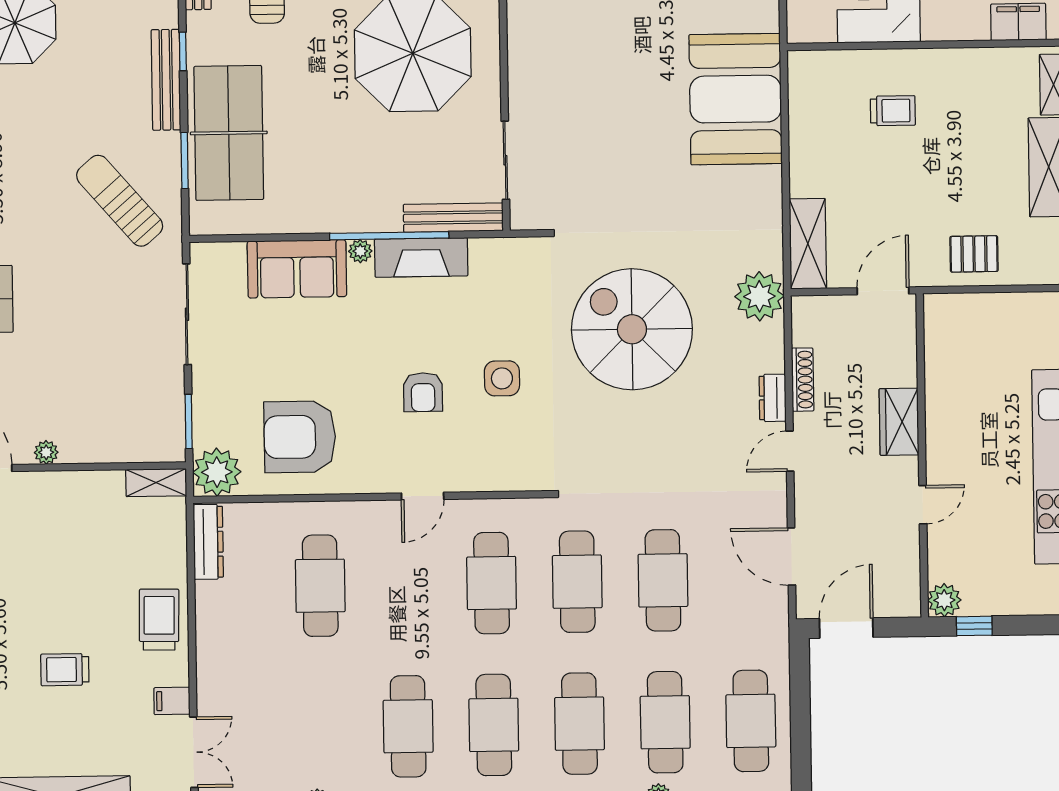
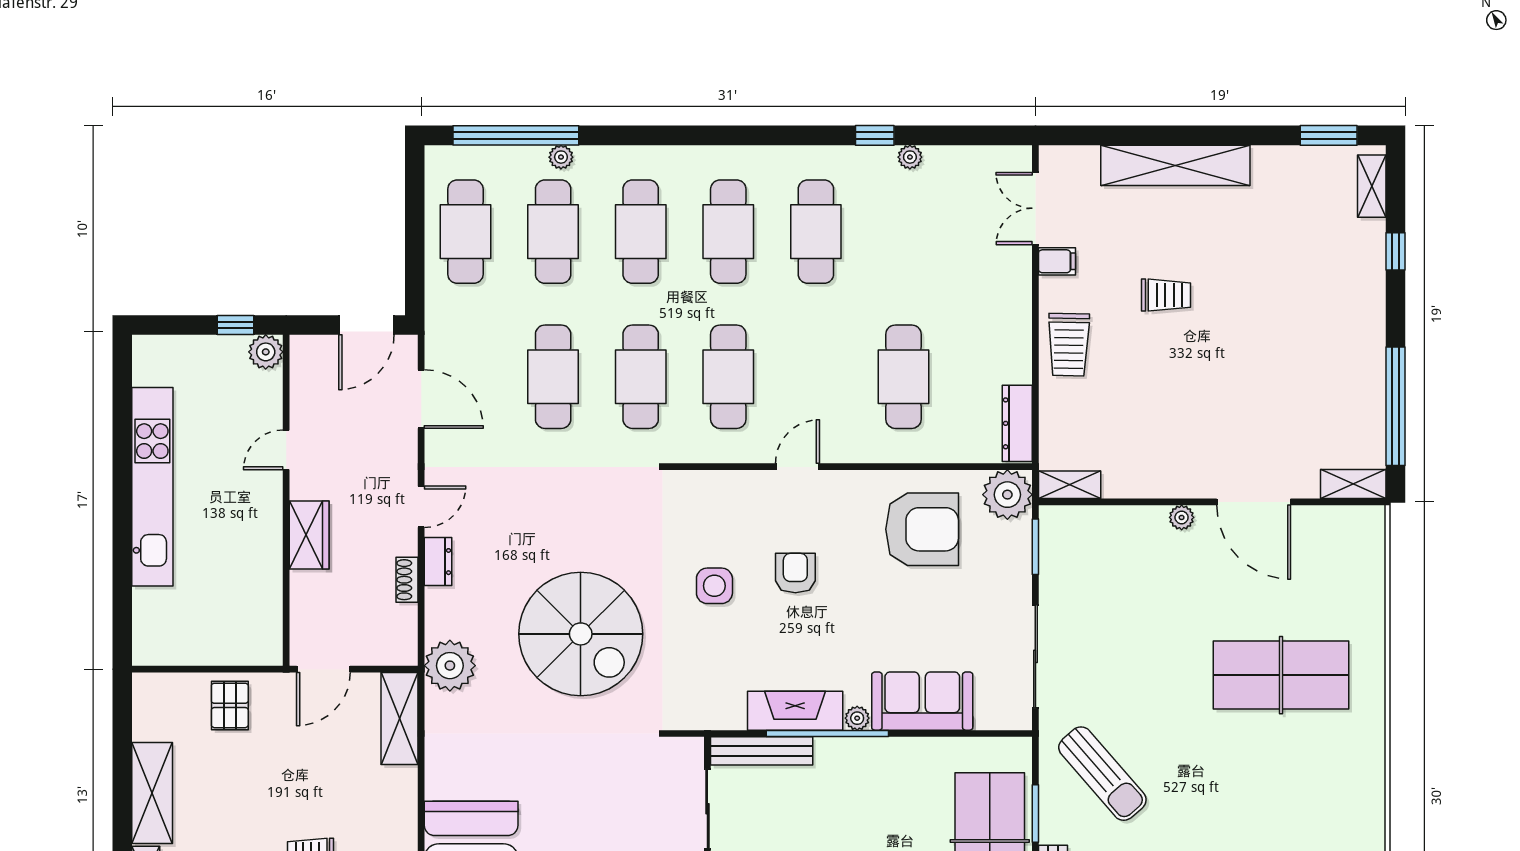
pallet: (974, 254) -> (230, 705), turned 90
shoe rack: (803, 380) -> (407, 580), width x0.70

